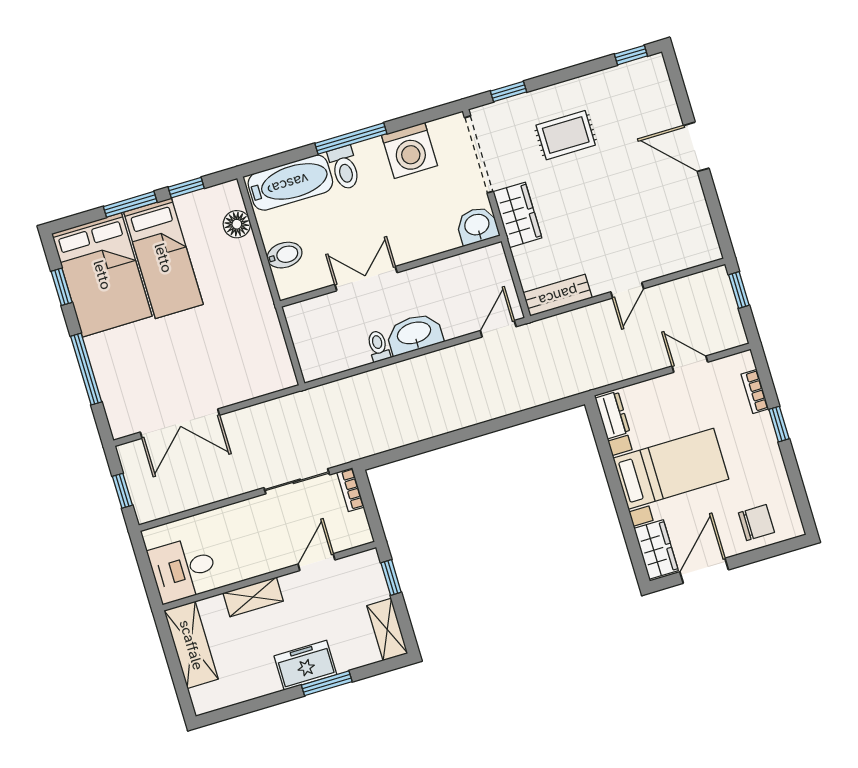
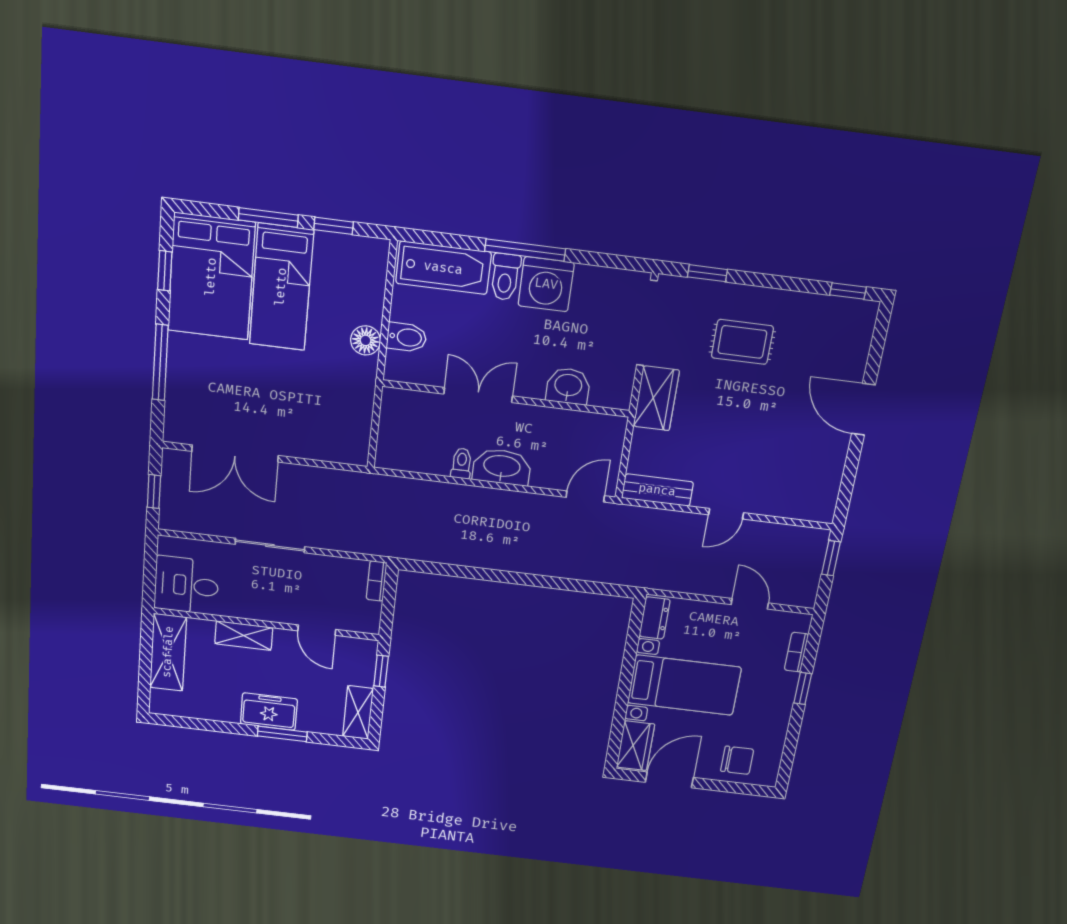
washing machine: (409, 150) -> (546, 284), moved
floor lamp: (237, 224) -> (366, 340), moved
washbasin: (477, 226) -> (568, 386), moved
sliding door: (297, 481) -> (270, 545), moved
door: (317, 562) -> (317, 630), swing flipped

